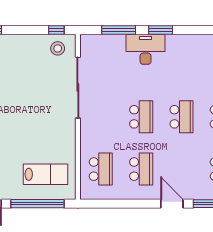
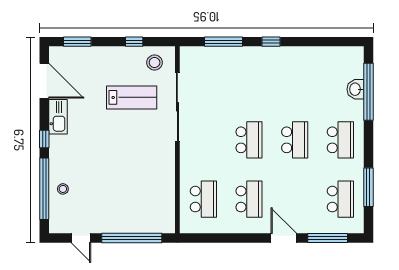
window: (56, 30) -> (134, 42), moved
window: (161, 30) -> (271, 42), width x0.67
desk: (146, 49) -> (254, 63), removed
lab bench: (46, 174) -> (132, 97), moved

